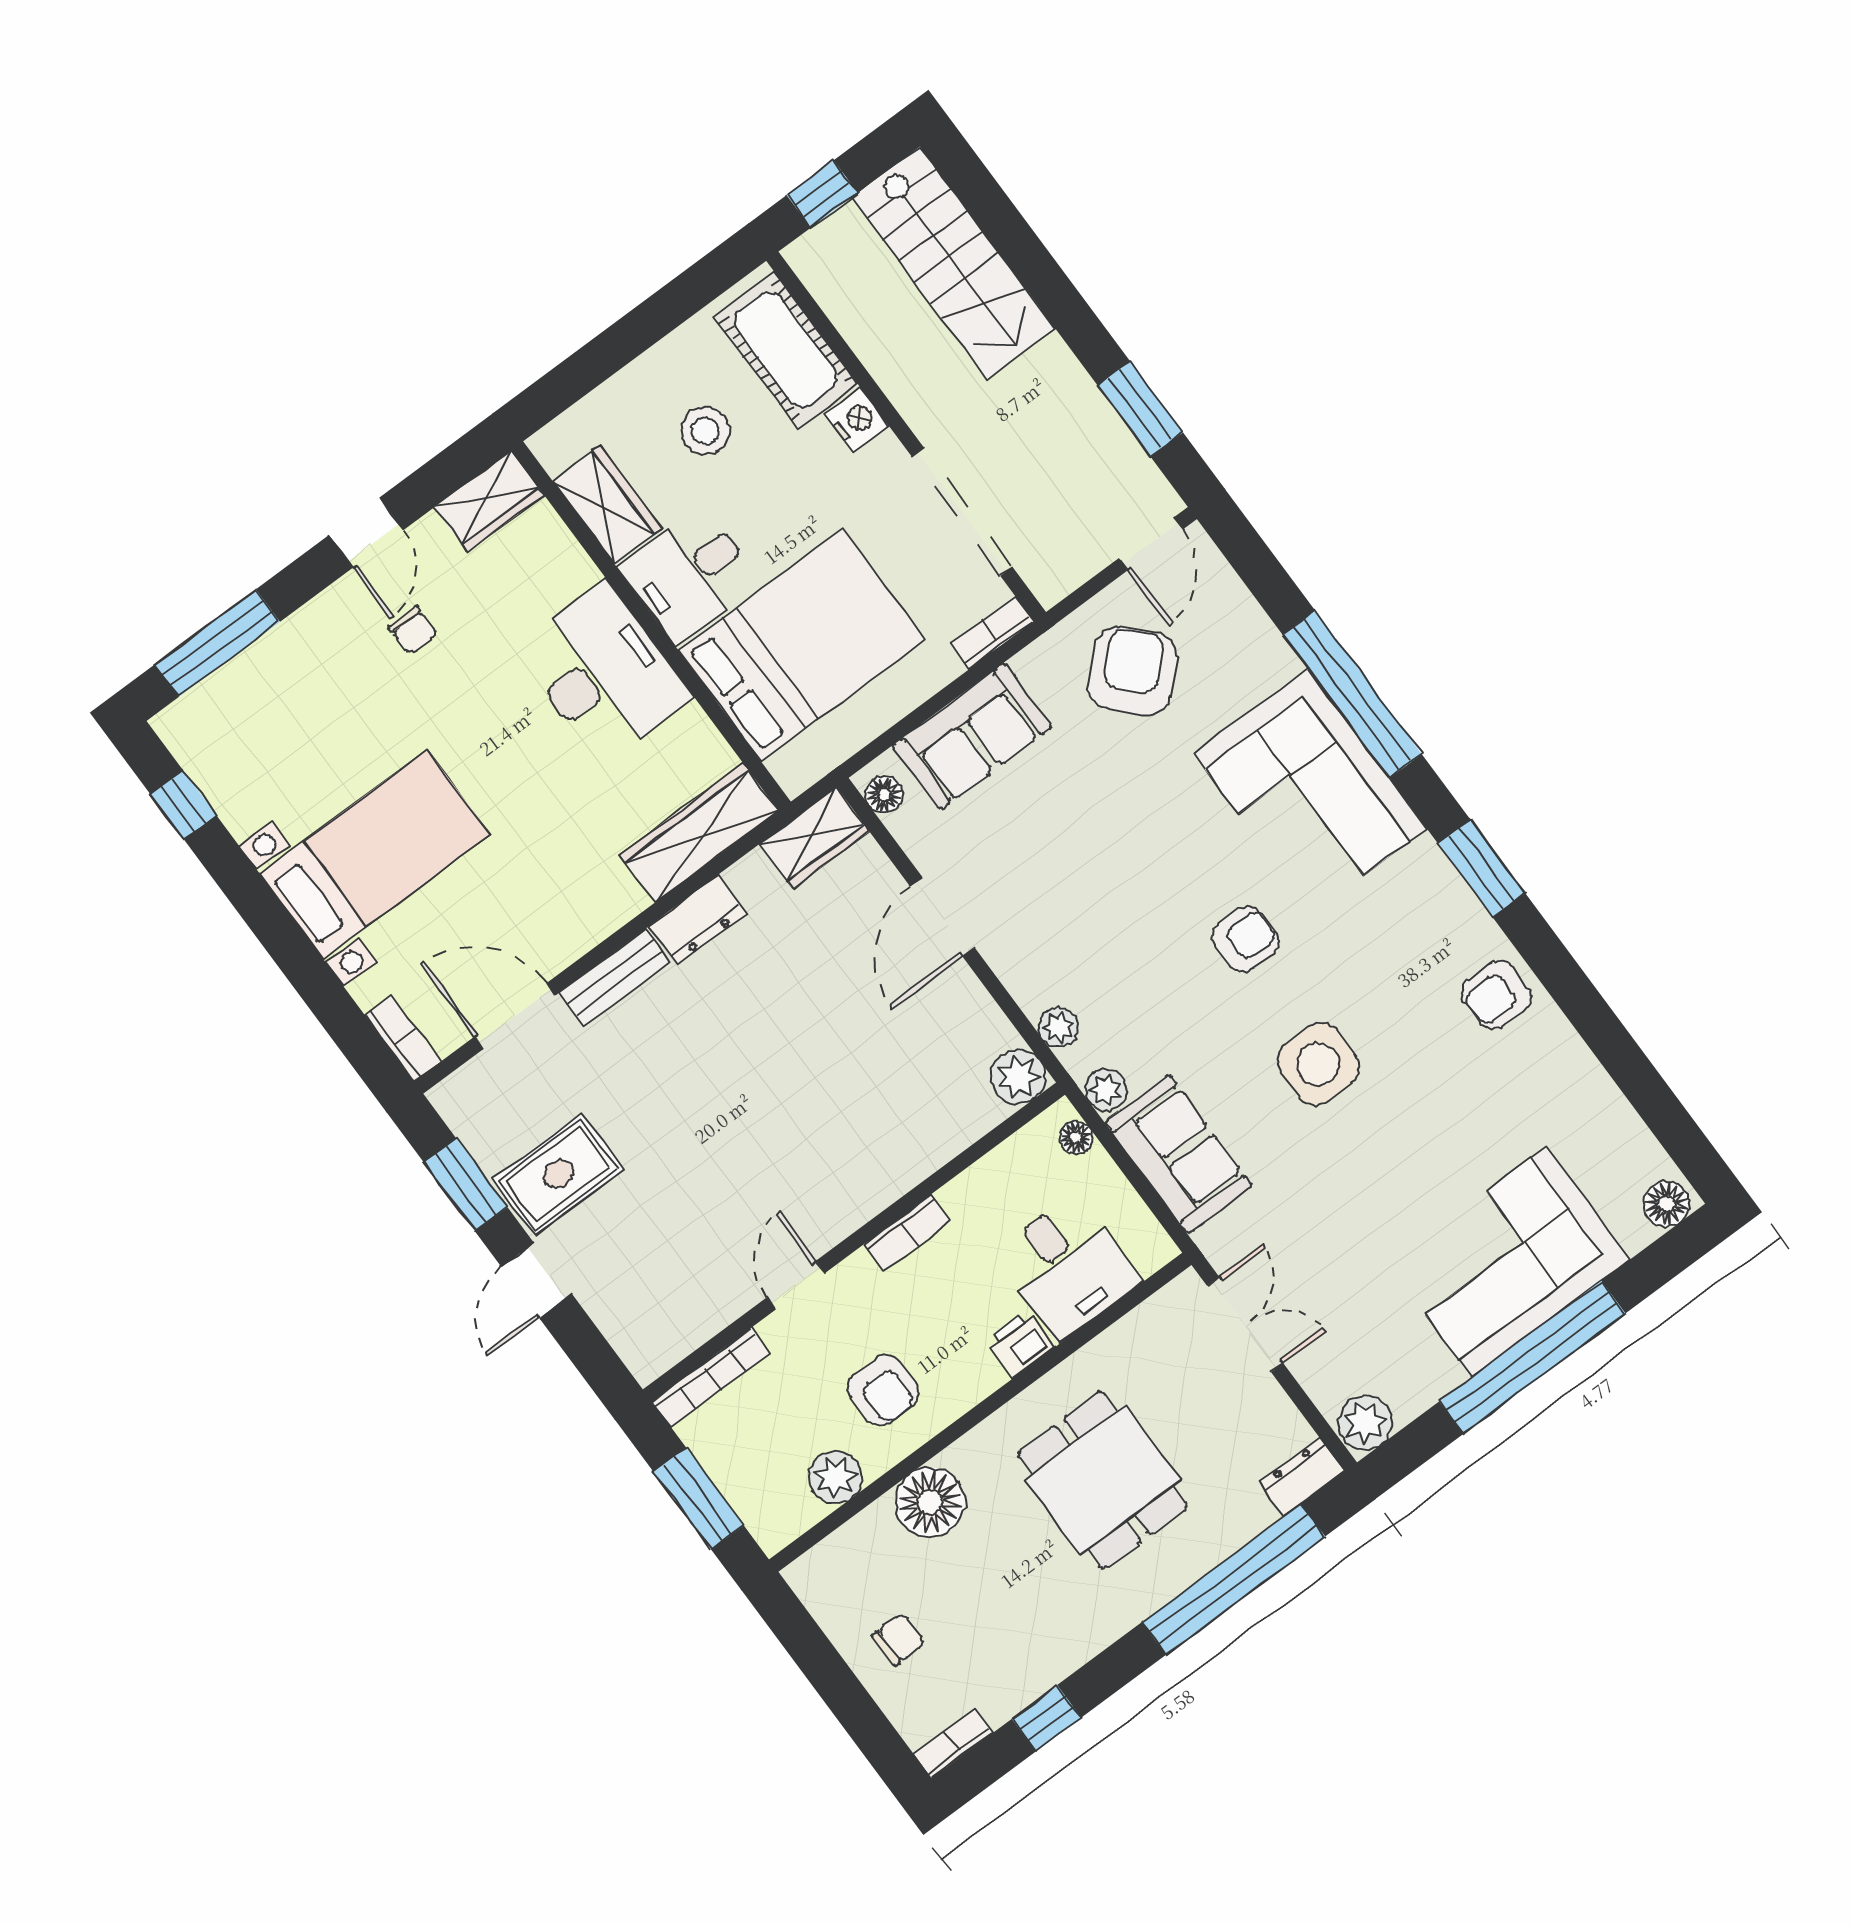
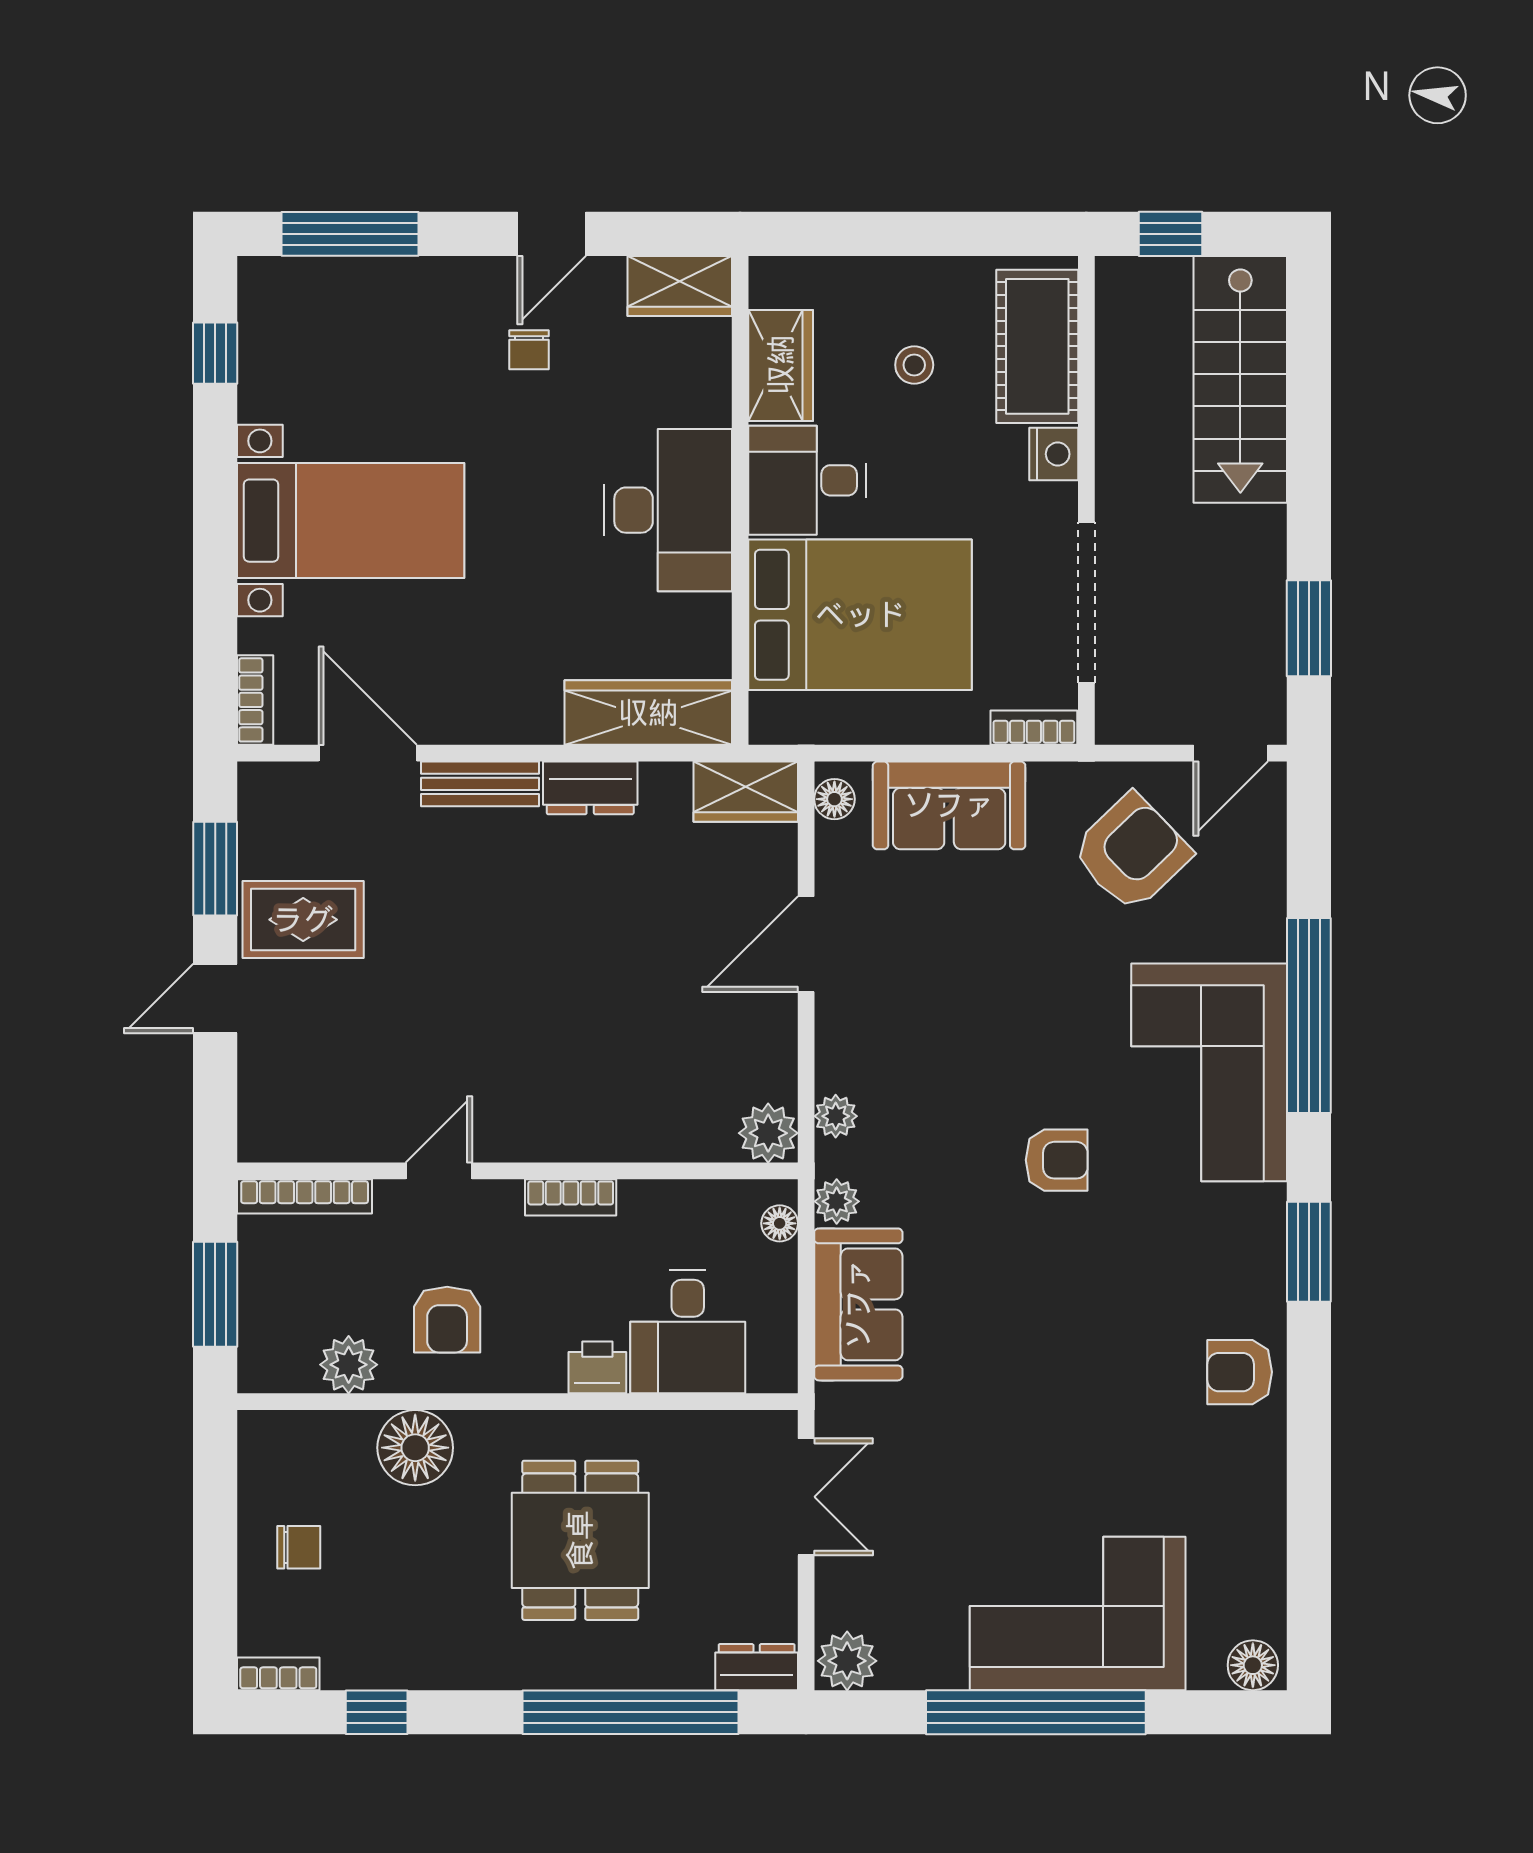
stool: (705, 431) -> (914, 365), width x0.73, depth x0.73
side table: (1318, 1064) -> (1039, 1317), removed

